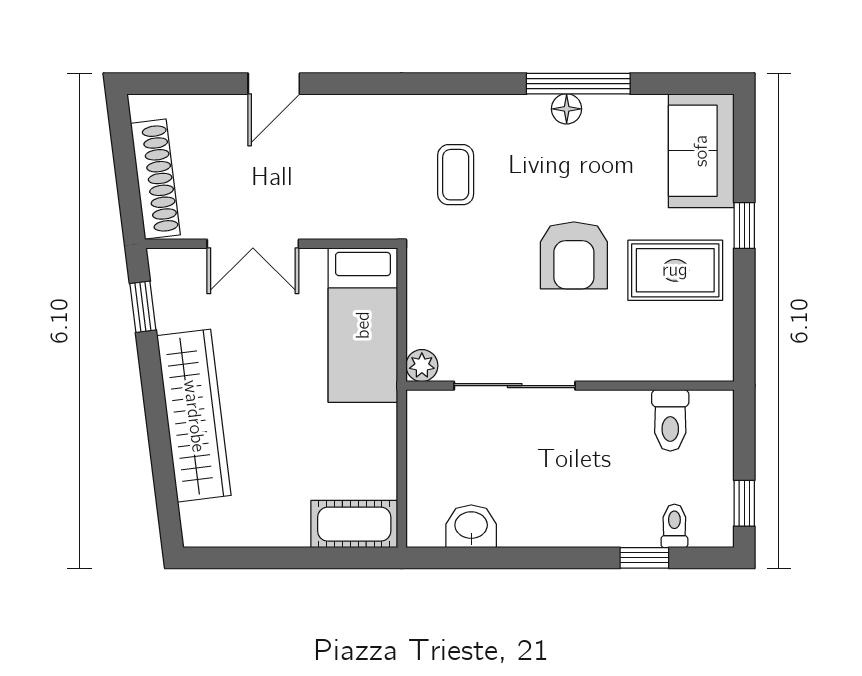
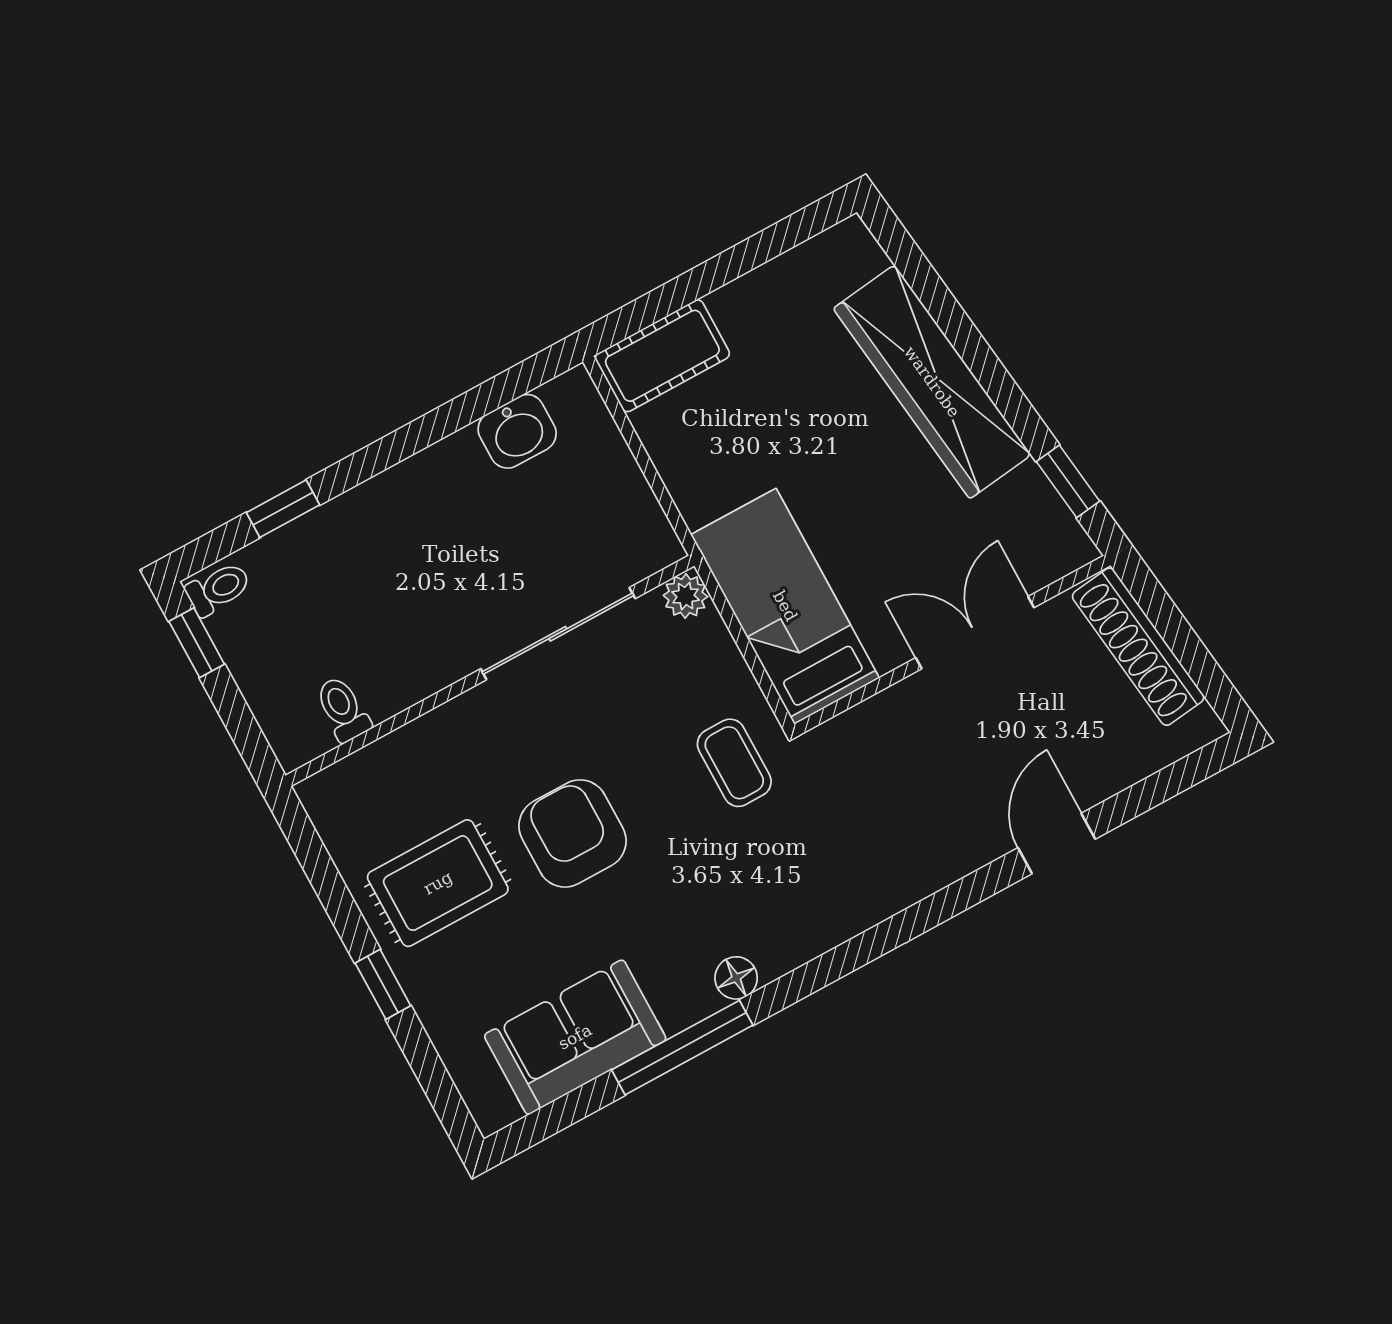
floor lamp: (567, 109) -> (736, 978), moved
sofa: (701, 151) -> (575, 1037), moved, turned -90
coffee table: (456, 175) -> (734, 763), moved
toilet: (670, 420) -> (343, 709), width x0.73, depth x0.72
toilet: (674, 526) -> (218, 589), moved, turned -90

